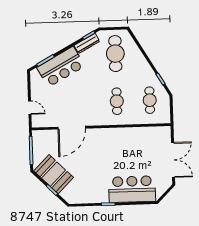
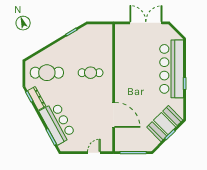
cafe table: (150, 100) -> (91, 43), removed
booth: (54, 174) -> (165, 124), moved
bar counter: (132, 189) -> (172, 69), width x1.36

